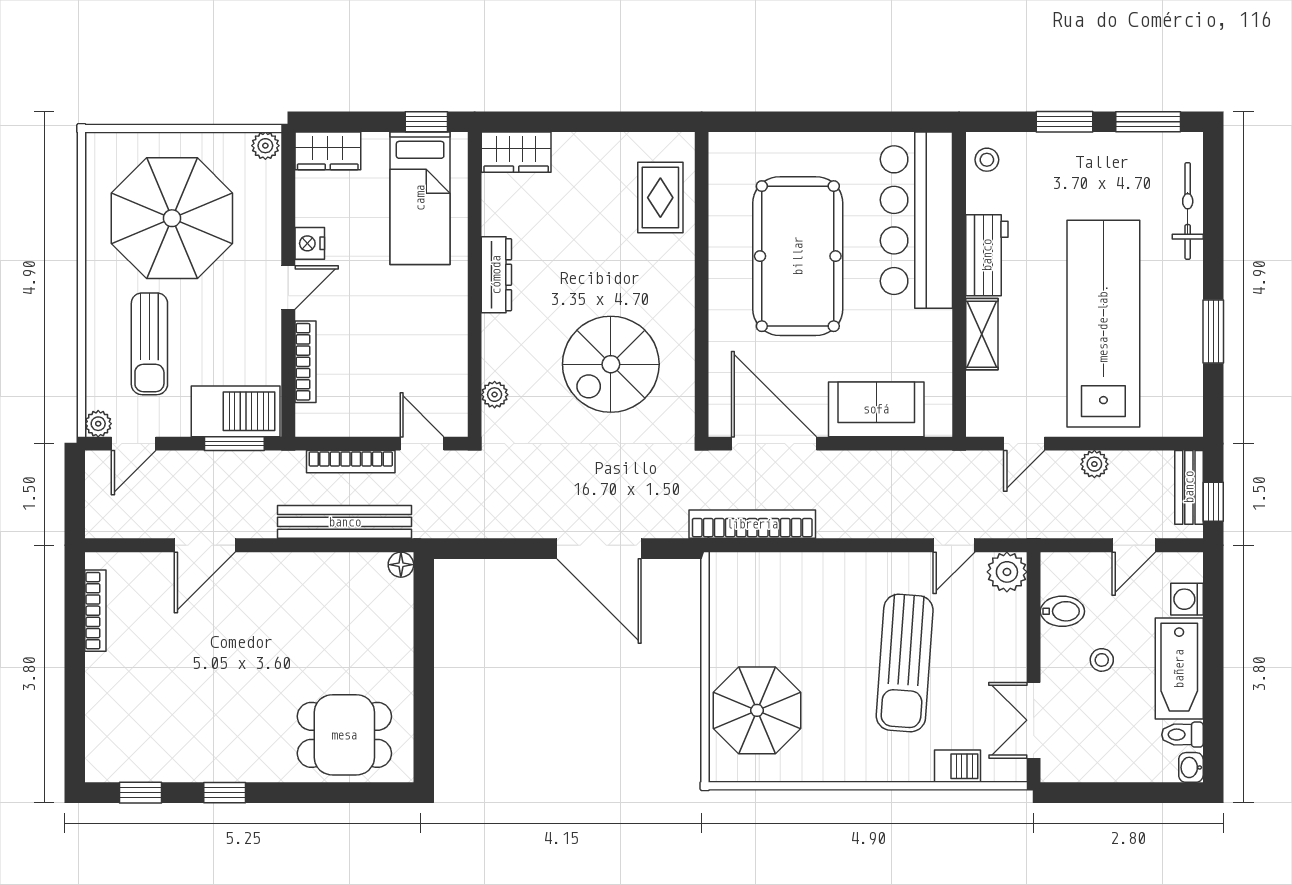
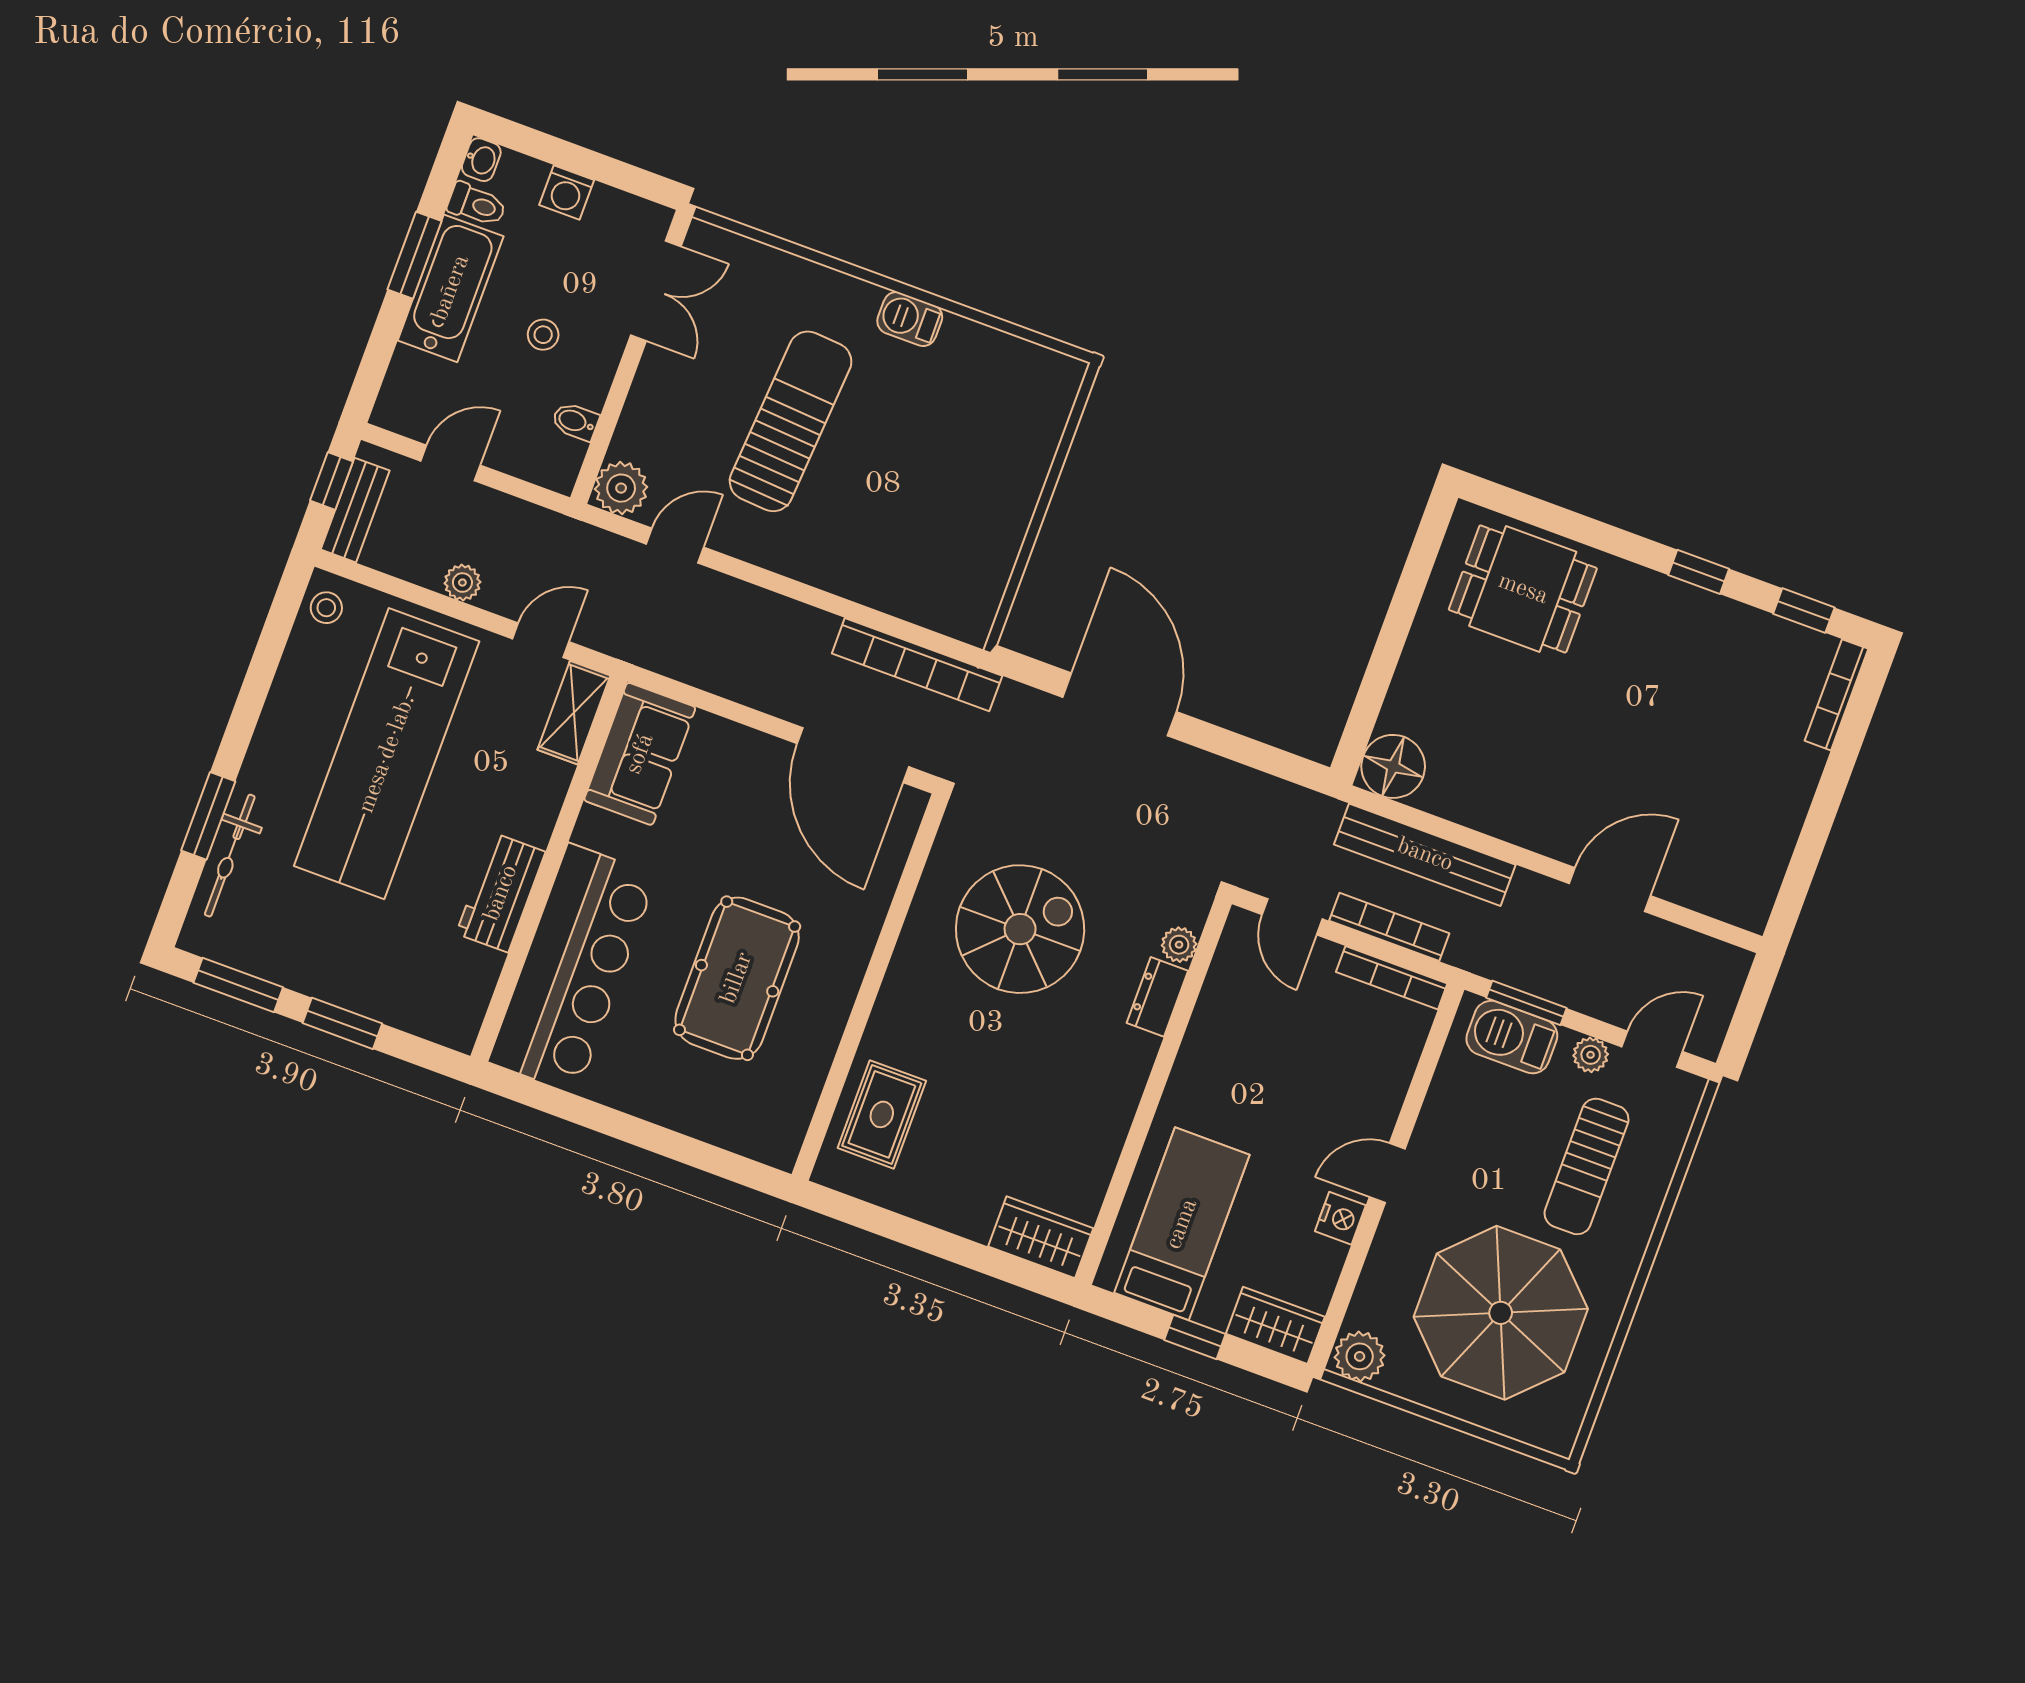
window: (426, 122) -> (1195, 1337), moved
plant: (265, 146) -> (1360, 1356), width x1.38, depth x1.38
stool: (987, 160) -> (326, 608), moved
pool table: (798, 256) -> (737, 978), width x0.73, depth x0.76
dresser: (496, 275) -> (1157, 997), moved, width x0.70
window: (1213, 331) -> (208, 816), moved
shelving: (982, 334) -> (574, 713), moved
sun lounger: (149, 344) -> (1587, 1166), turned 180
bookcase: (305, 362) -> (1392, 978), moved, turned -90
sofa: (876, 409) -> (640, 754), moved, turned -90
barbecue: (236, 411) -> (1512, 1037), width x0.73, depth x0.83
plant: (98, 424) -> (1591, 1055), moved
floor lamp: (401, 565) -> (1393, 766), width x1.89, depth x1.89
washing machine: (1187, 599) -> (567, 193), moved, turned 90
bookcase: (95, 611) -> (1837, 695), moved
bidet: (1062, 611) -> (575, 421), width x0.72, depth x0.74
window: (1213, 683) -> (415, 255), added
parasol: (757, 710) -> (997, 430), removed
barbecue: (958, 766) -> (910, 319), moved

